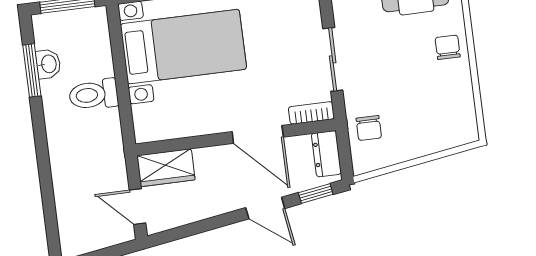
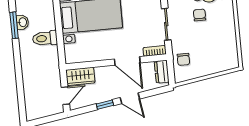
chair: (448, 47) -> (200, 15), moved
window: (316, 194) -> (105, 105), moved
door: (137, 207) -> (65, 96), swing flipped

